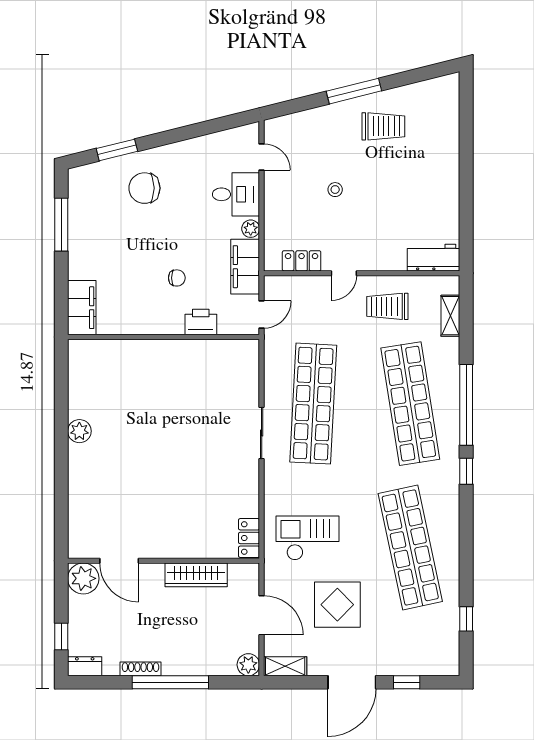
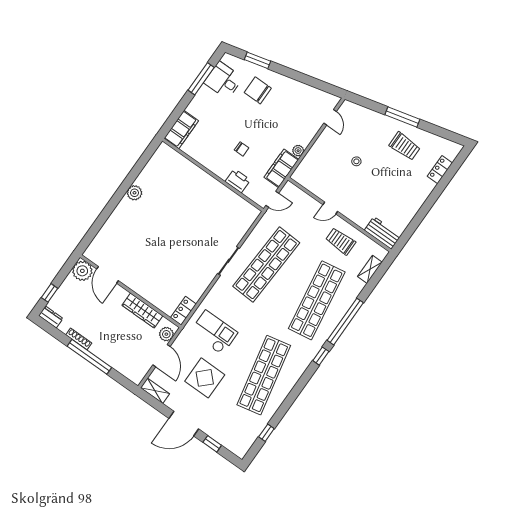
desk: (236, 194) -> (223, 80), moved, turned 180
locker: (302, 261) -> (440, 170), moved, turned -90
plant: (248, 665) -> (166, 334), moved

